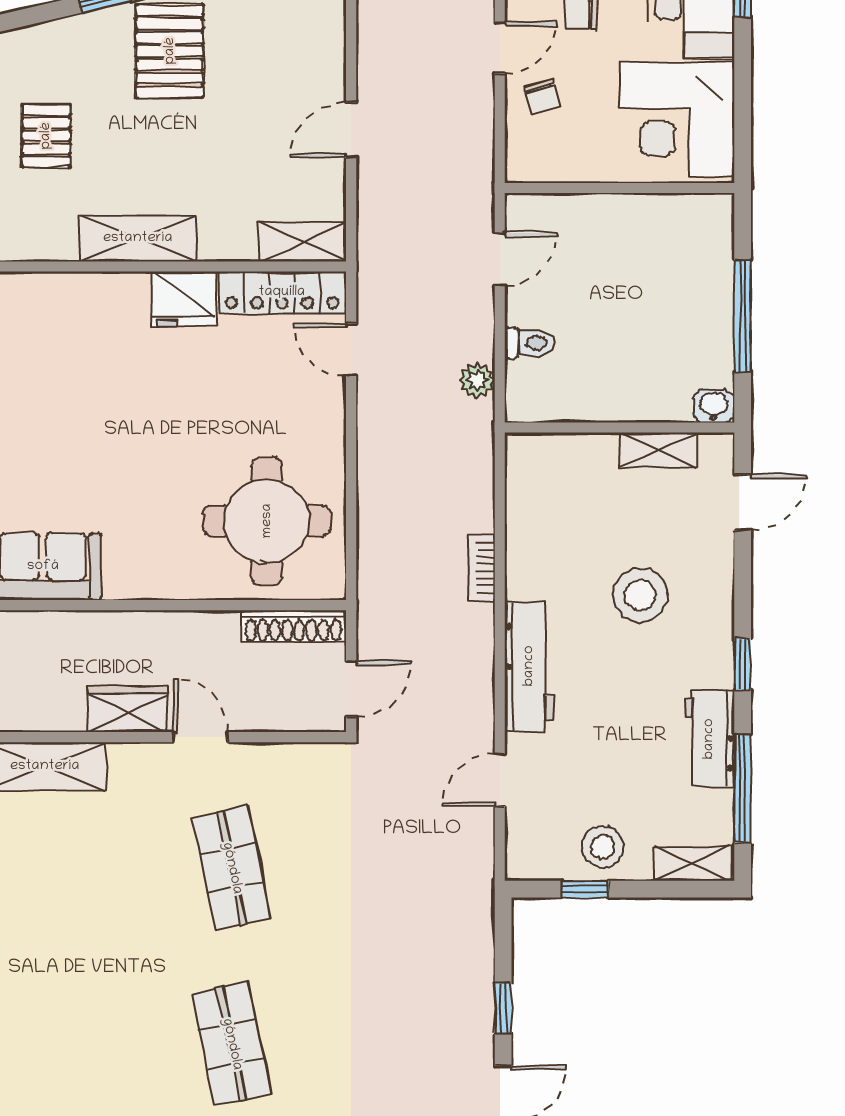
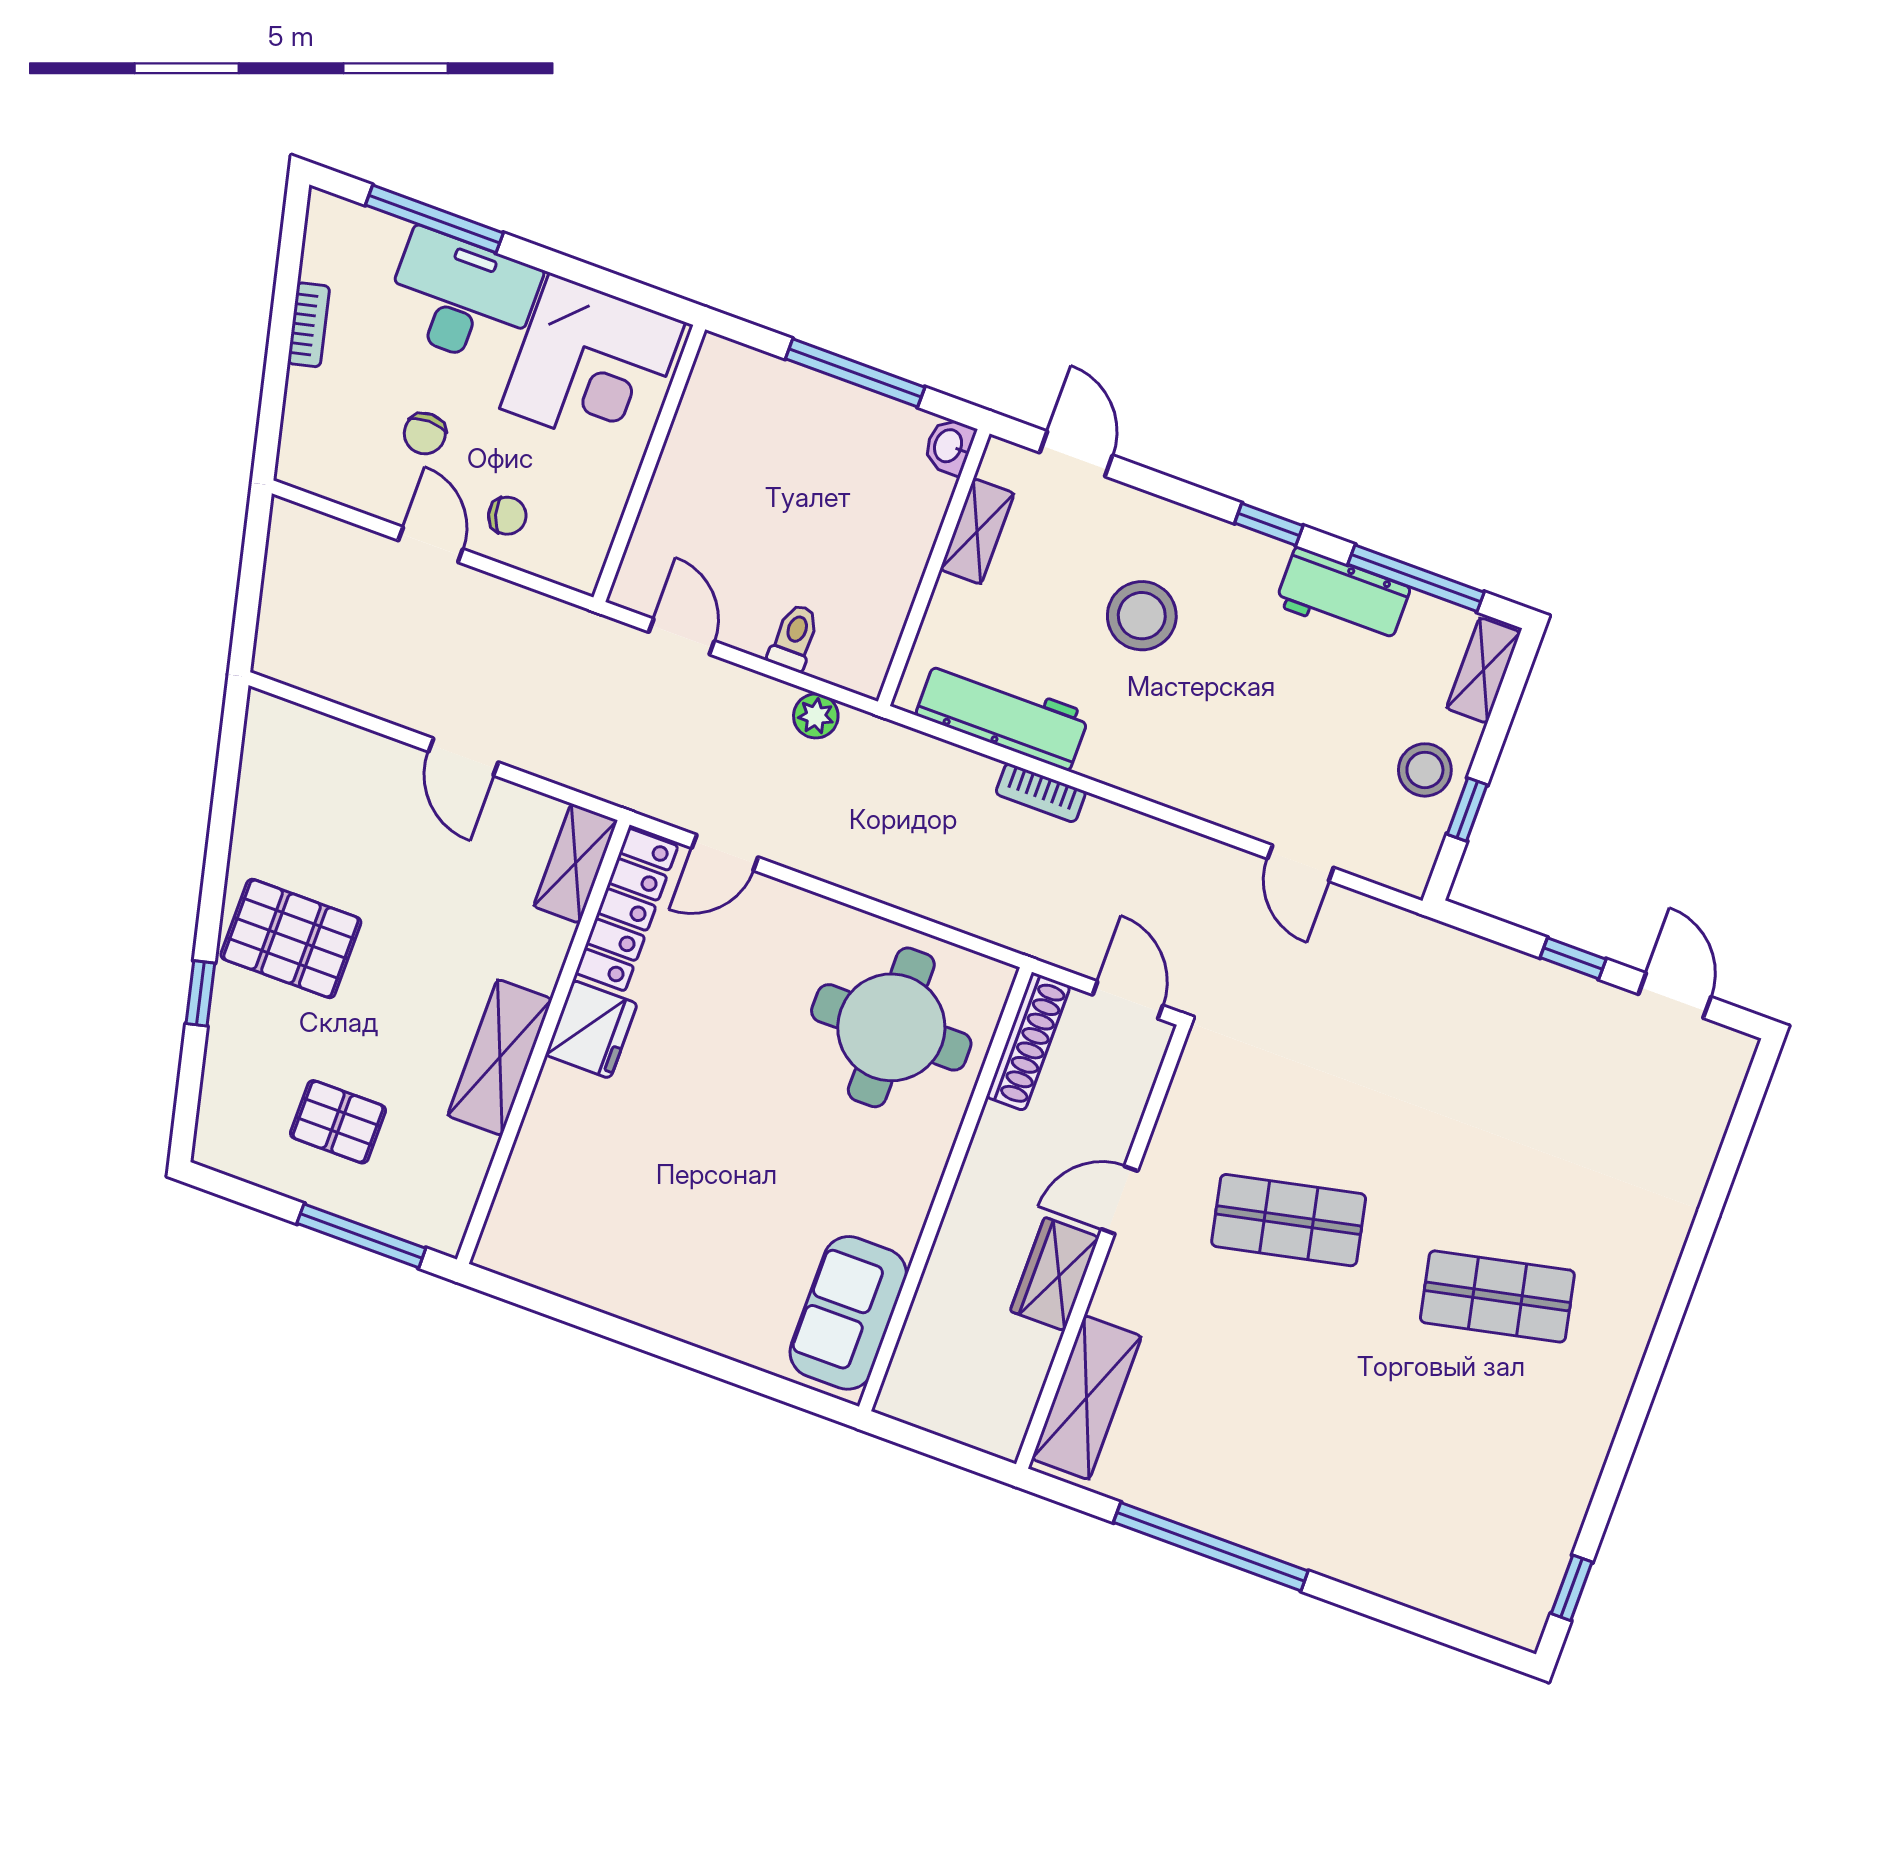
workbench: (529, 666) -> (1003, 714), moved

